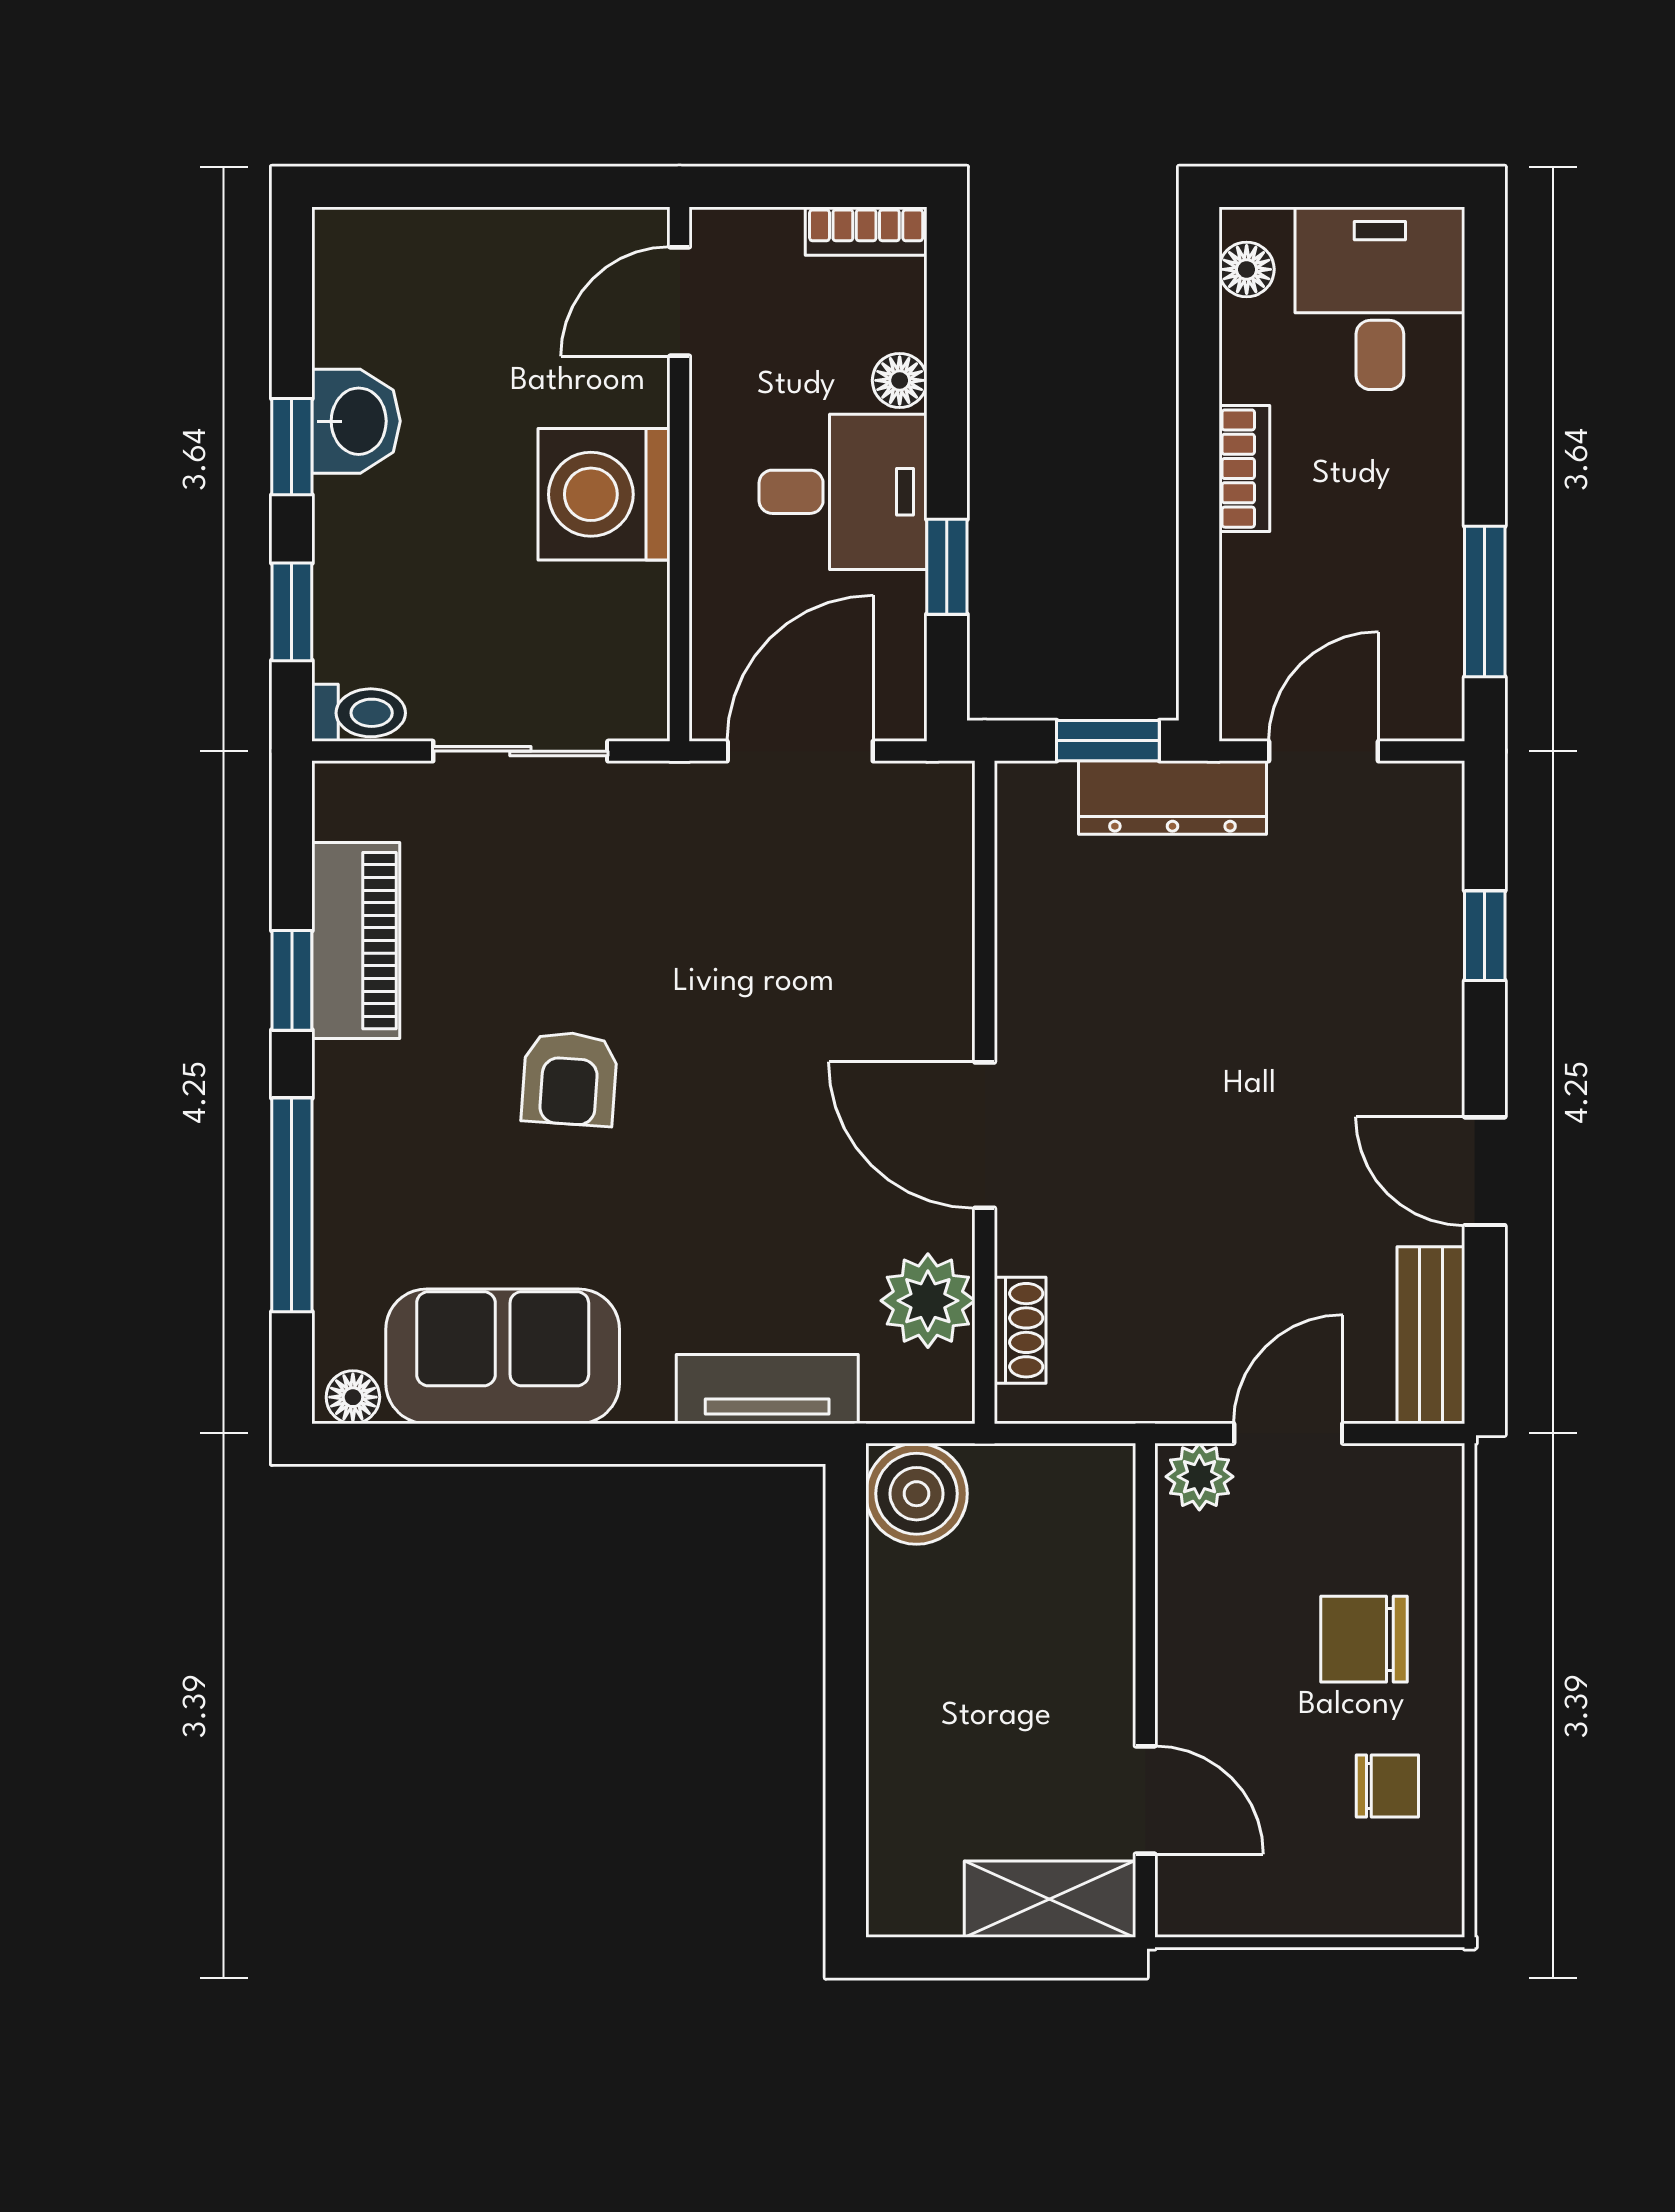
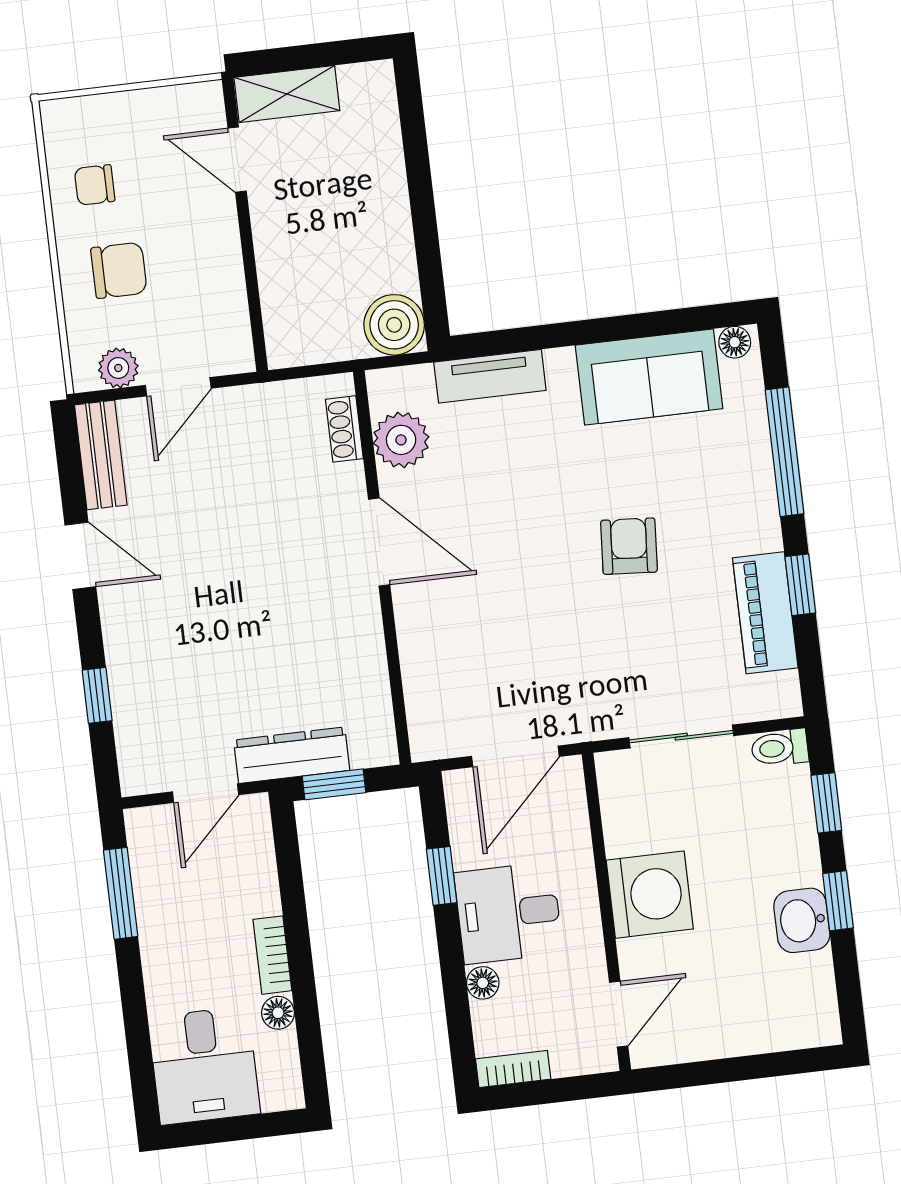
floor lamp: (1247, 269) -> (278, 1013), moved
plant: (1199, 1477) -> (118, 368), moved

